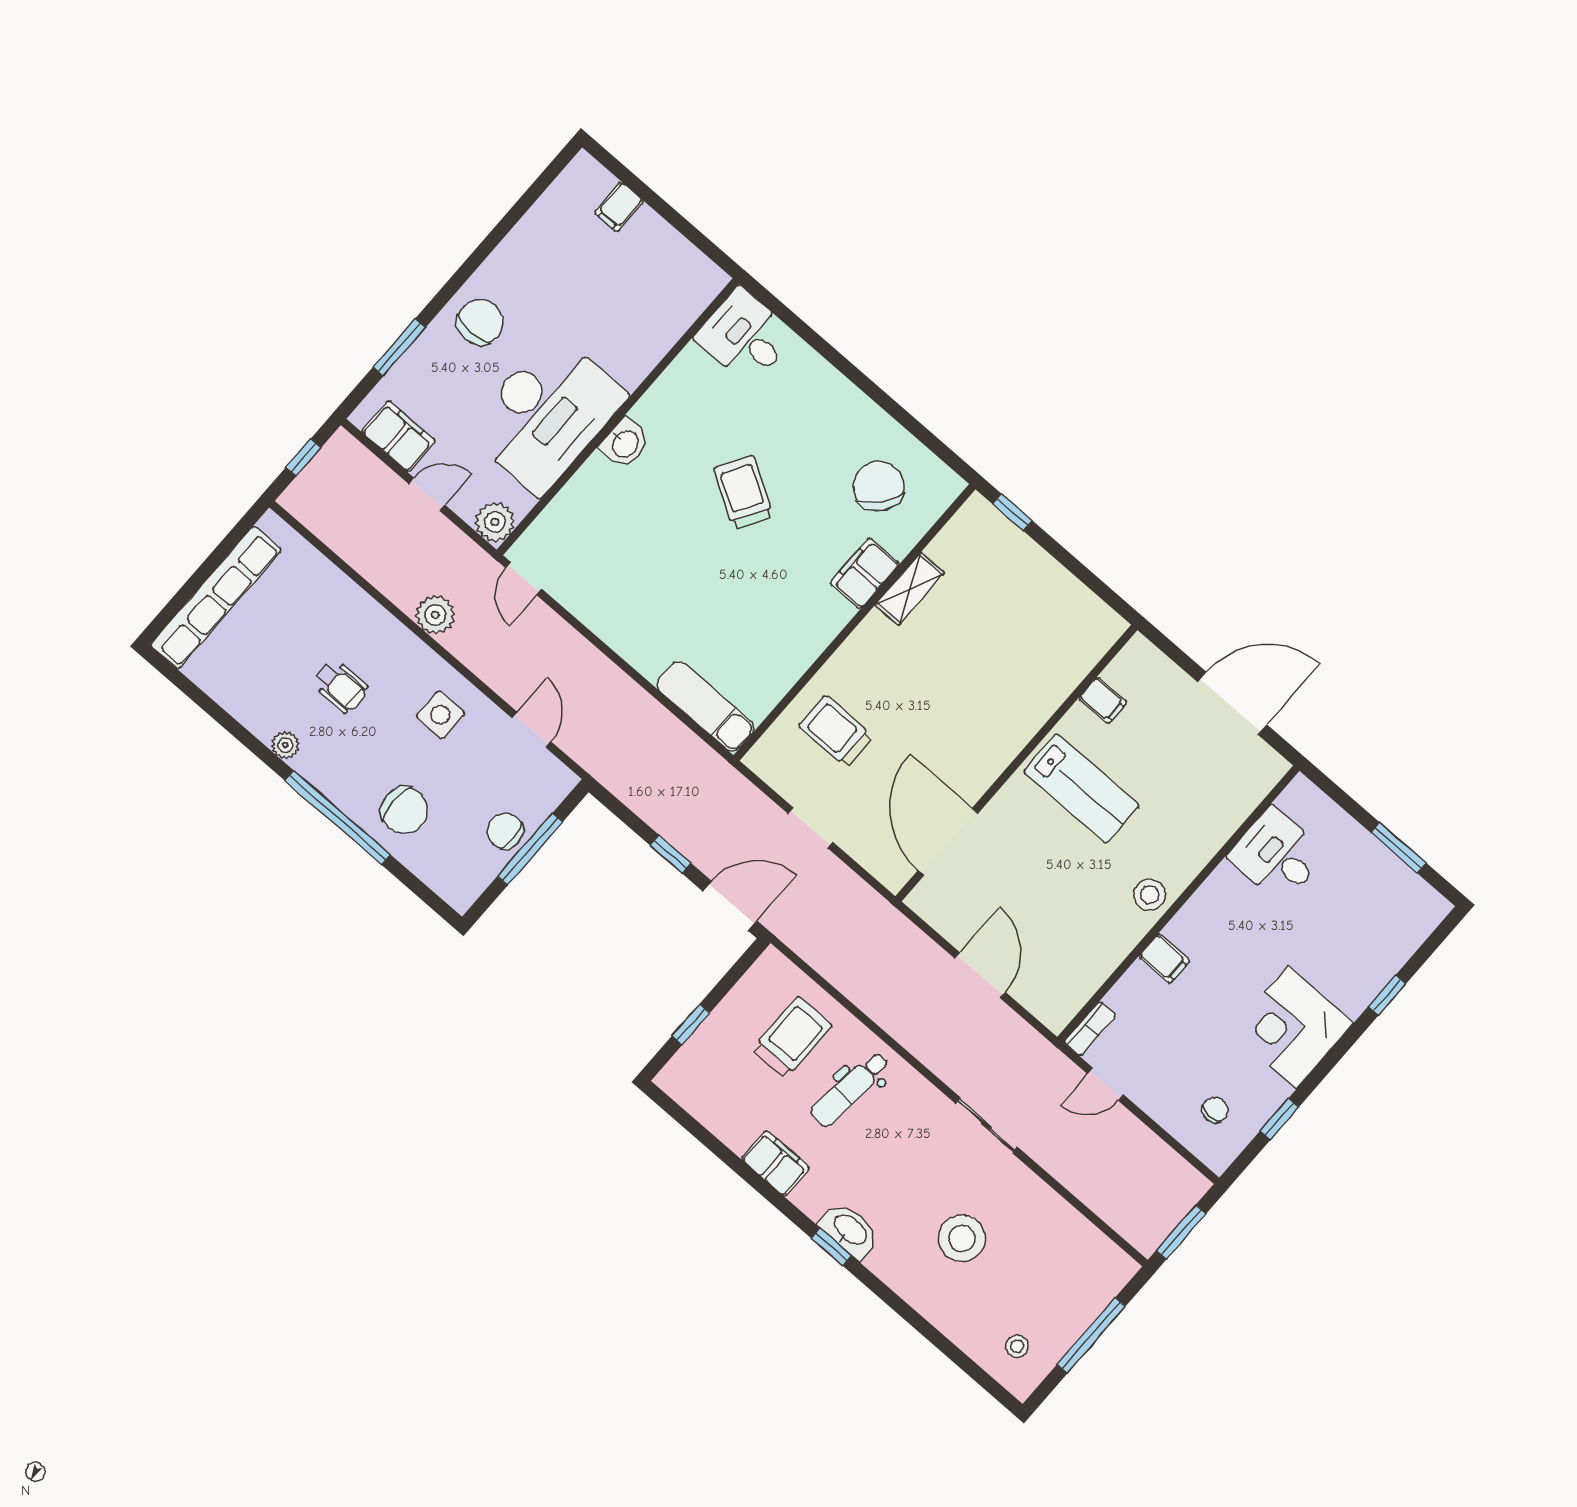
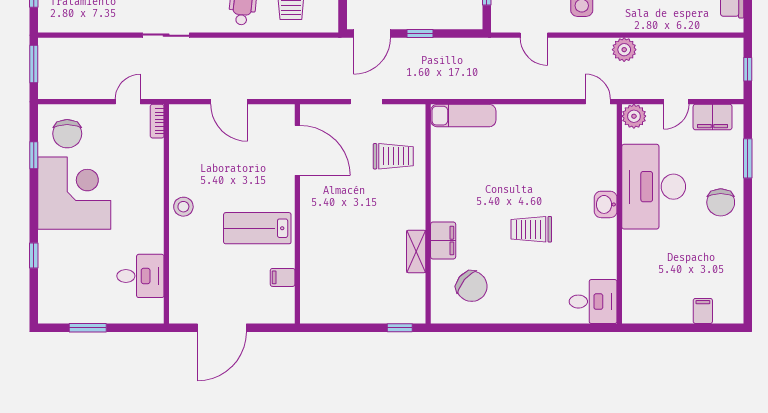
trolley: (743, 493) -> (531, 229), turned 149
filing cabinet: (1164, 959) -> (151, 183), removed
corner desk: (1292, 1027) -> (74, 193), width x1.36, depth x1.36
chair: (1215, 1110) -> (67, 134), width x1.87, depth x1.87

